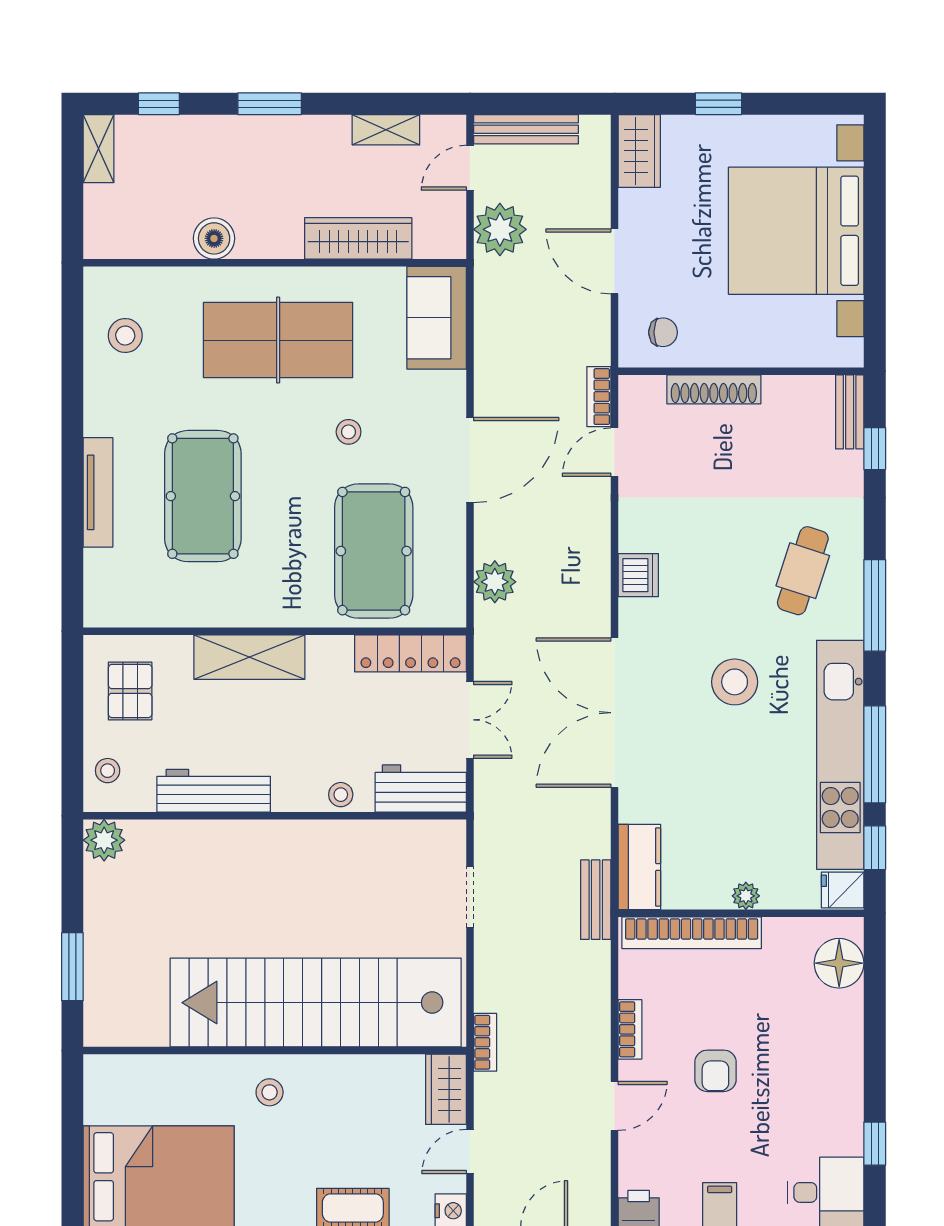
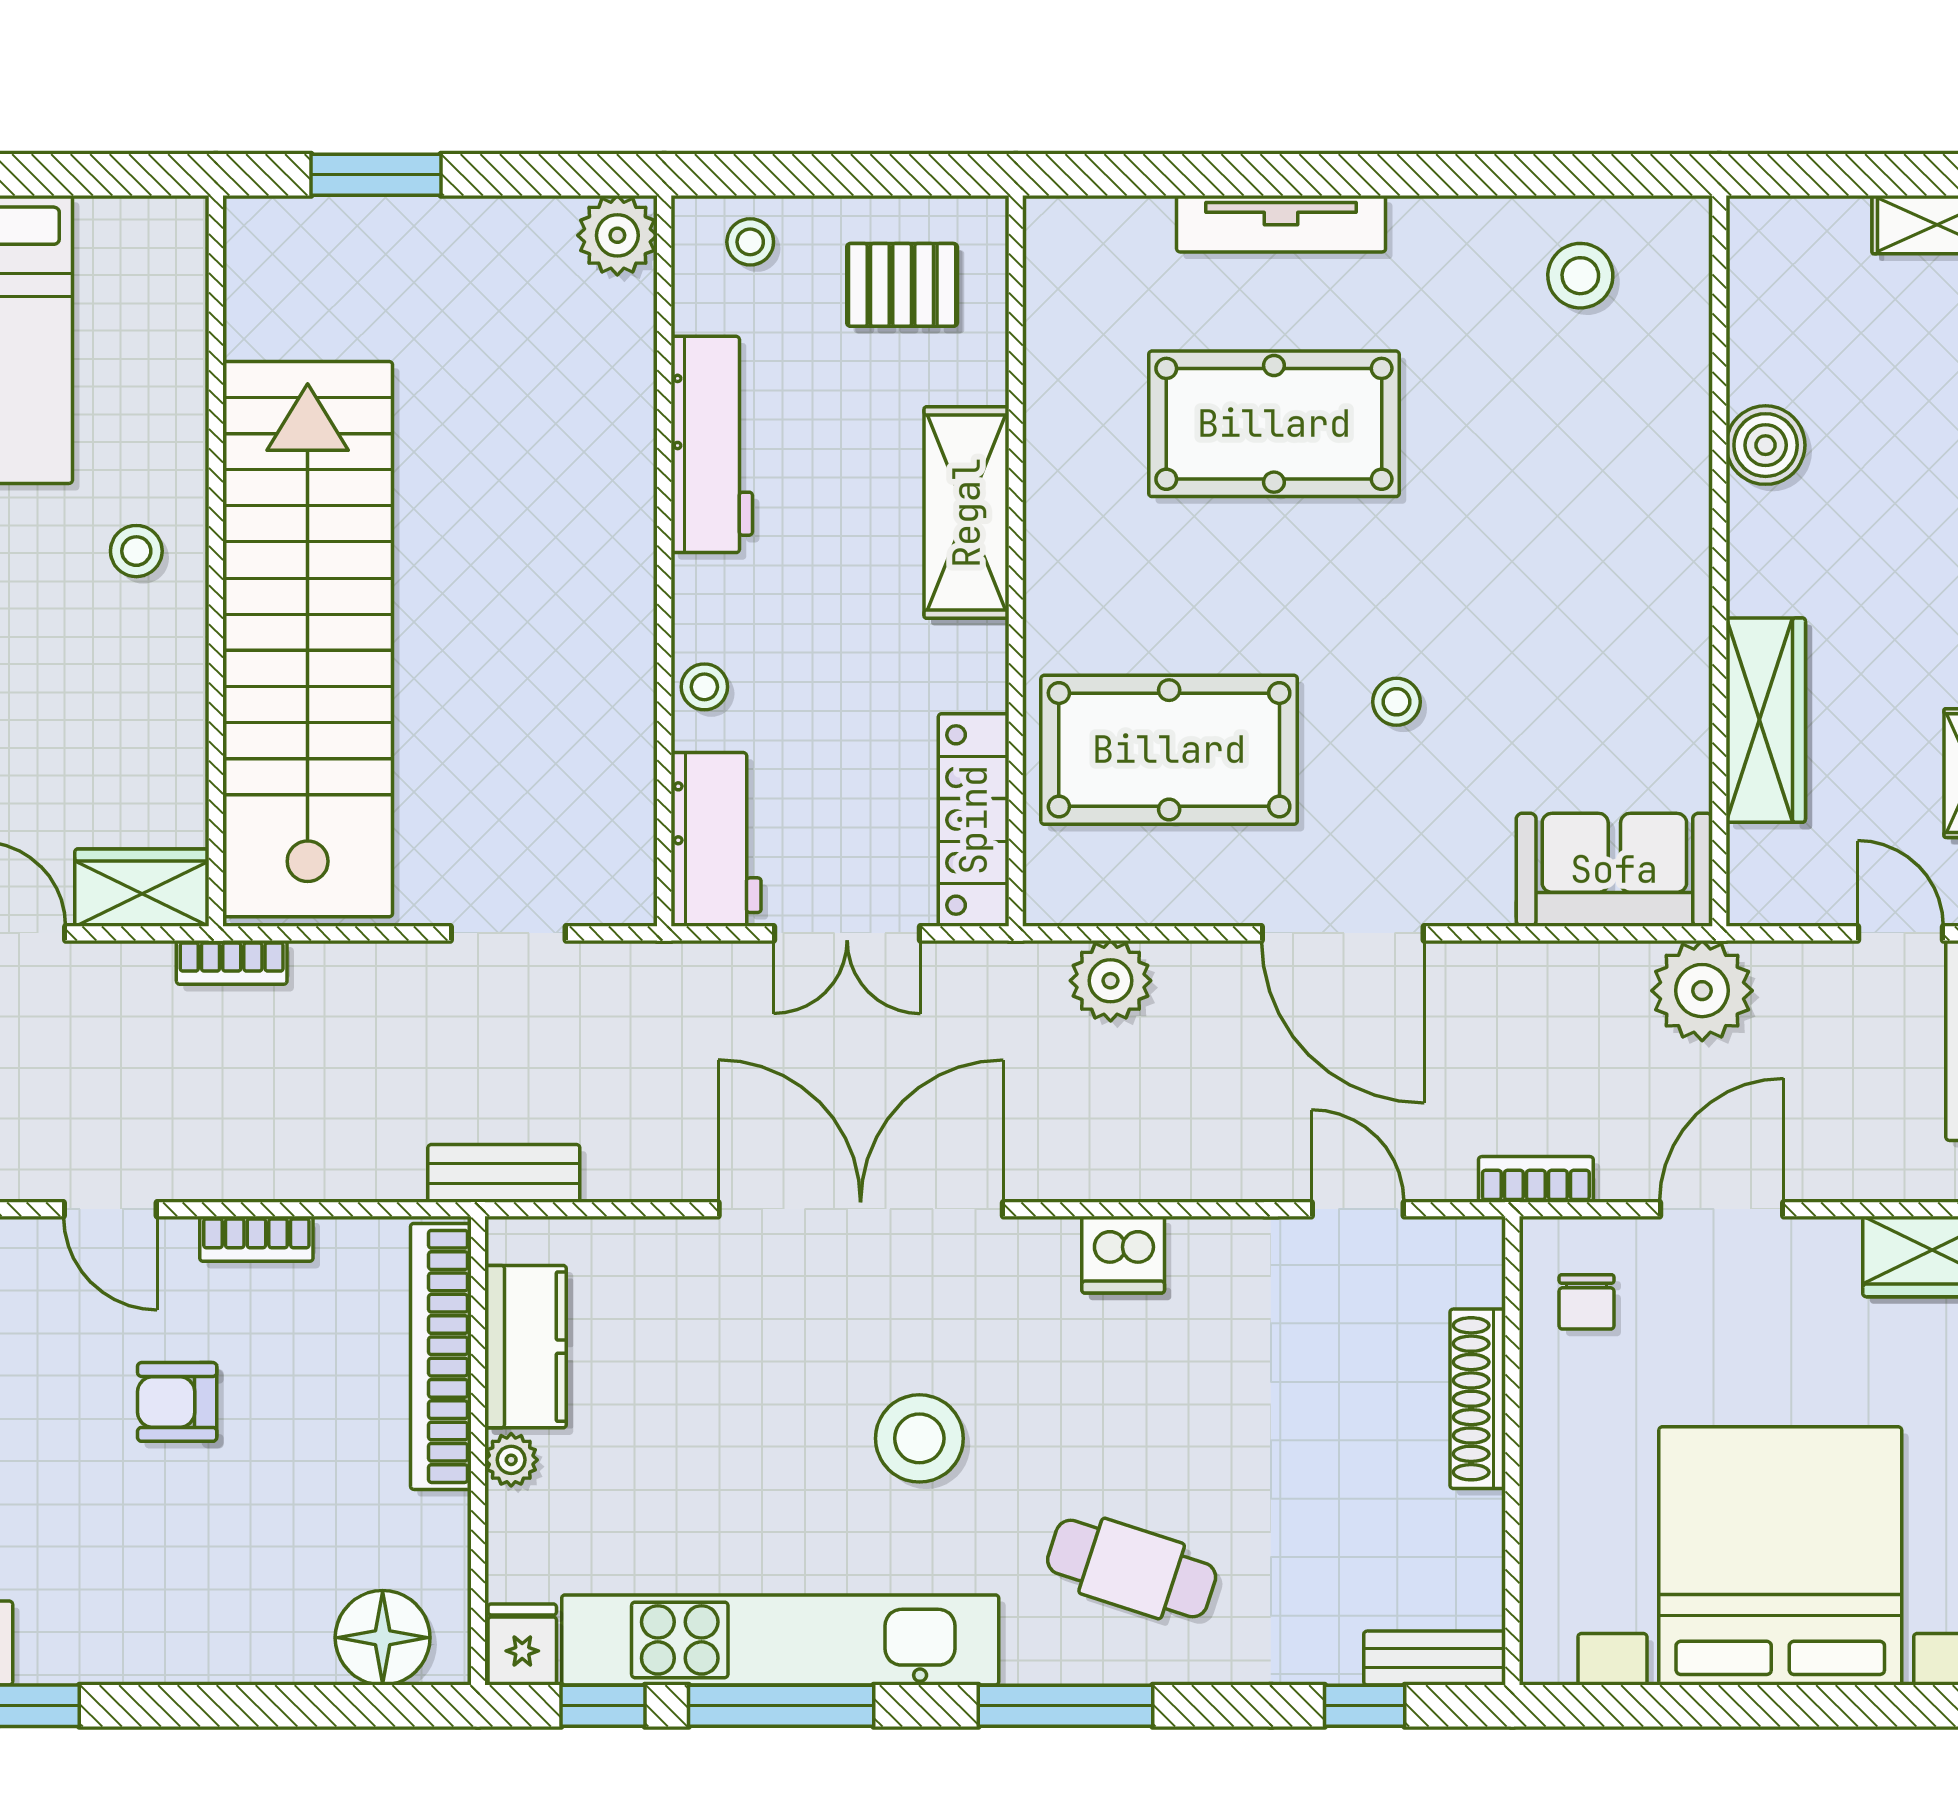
plant: (500, 229) -> (1702, 991), moved
table tennis table: (278, 340) -> (1572, 567), removed
bookcase: (599, 397) -> (1536, 1179), moved
kitchen counter: (639, 867) -> (525, 1347), moved, turned -90

